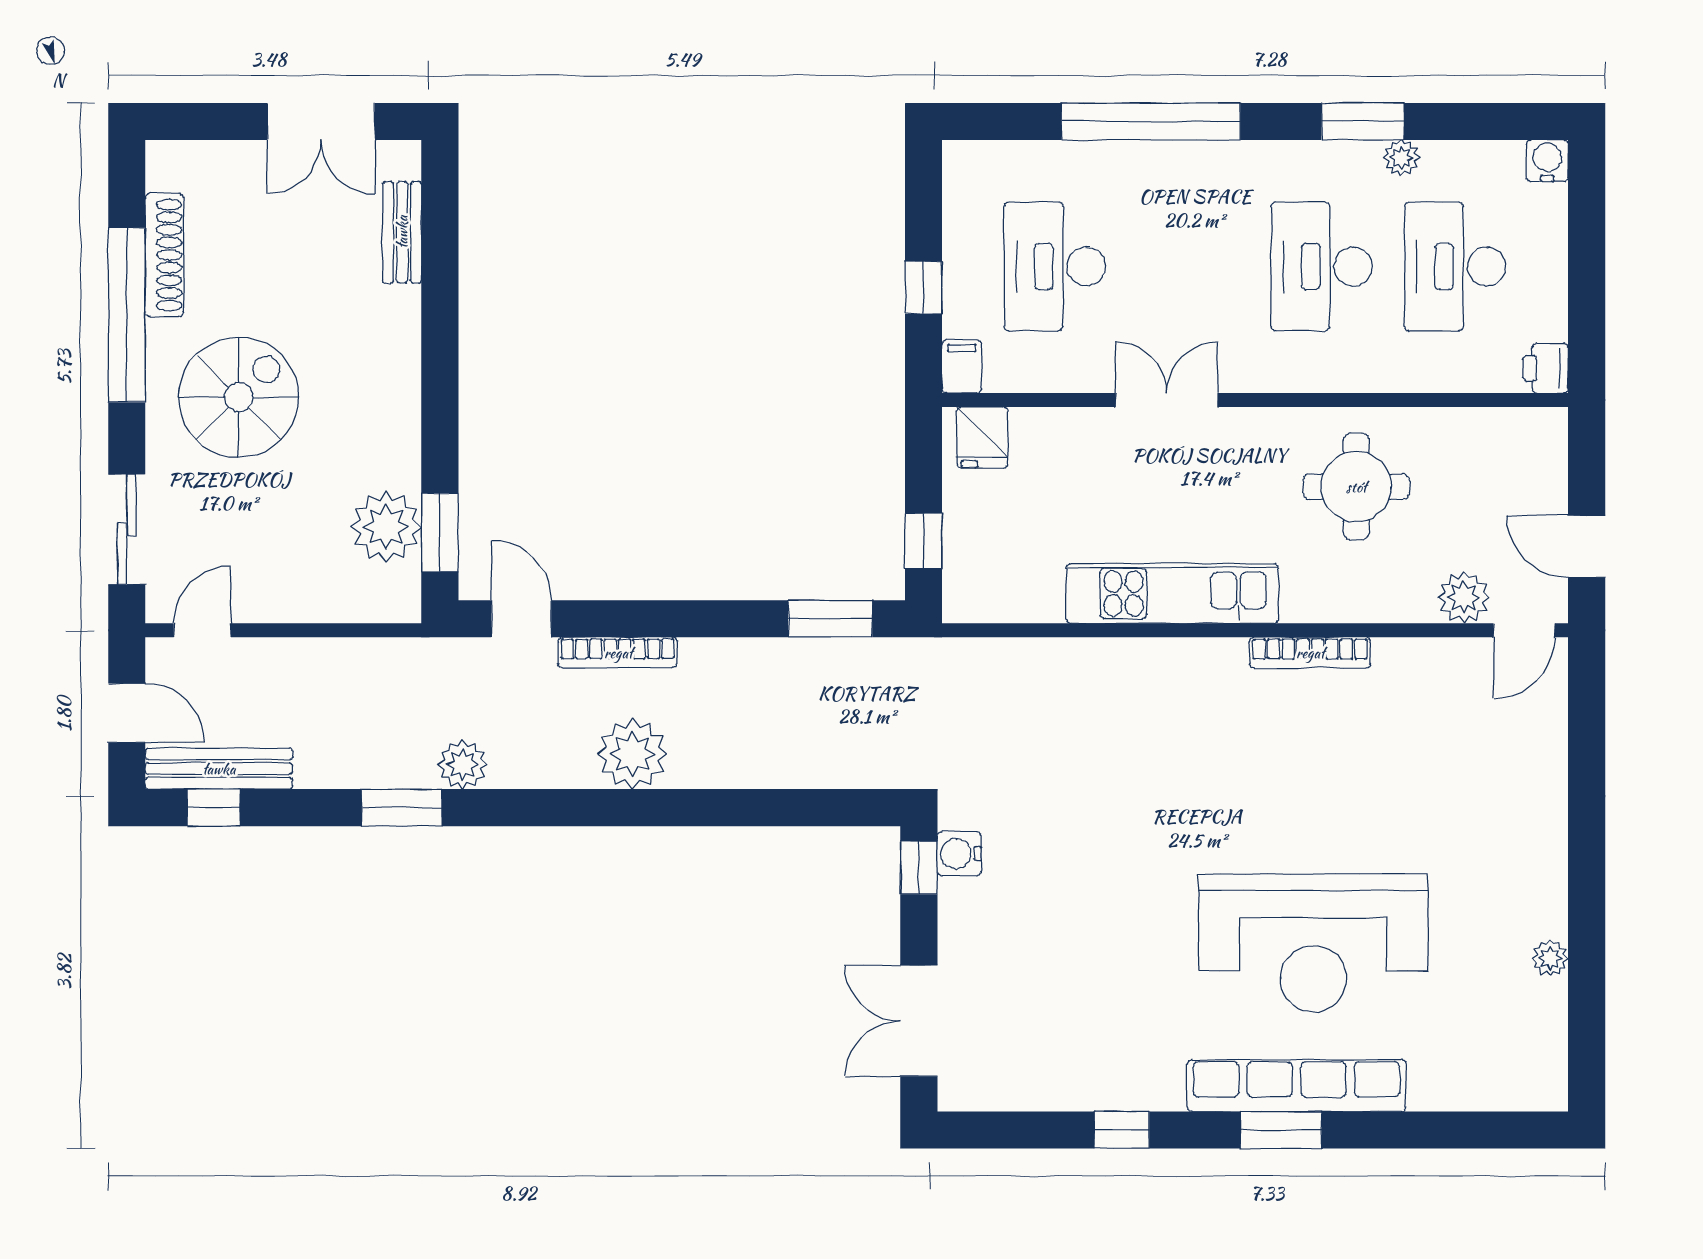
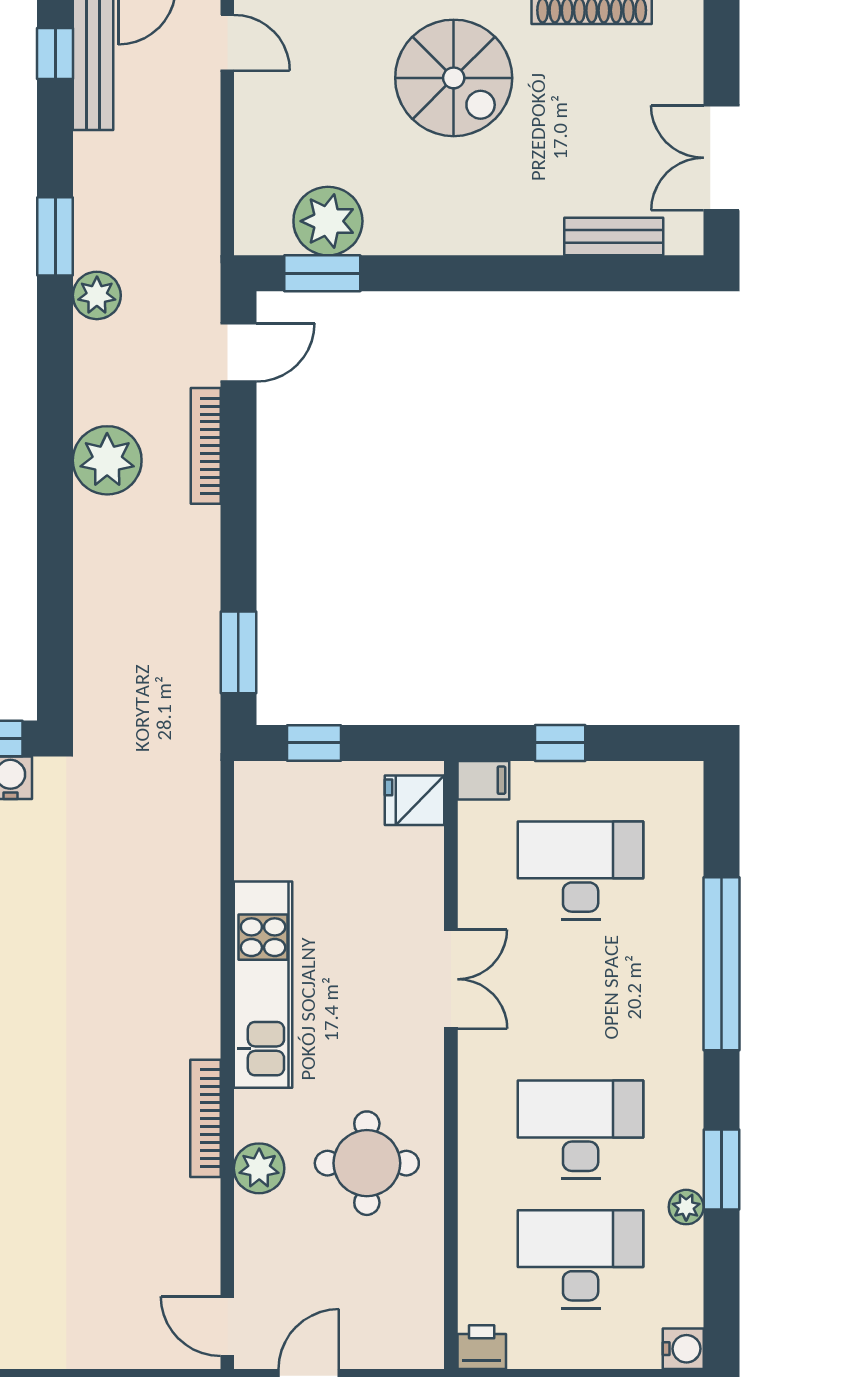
plant: (1464, 598) -> (259, 1168), moved

